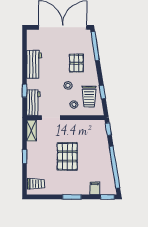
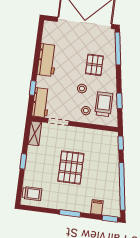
trolley: (89, 97) -> (104, 104), turned 180

